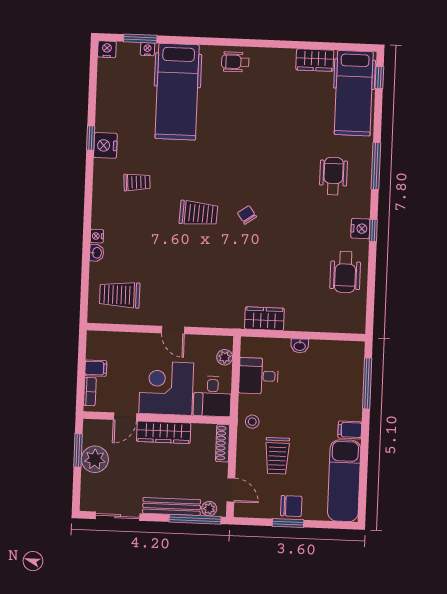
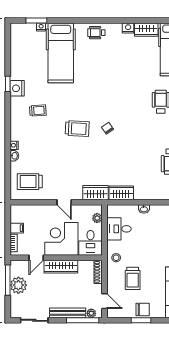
nightstand: (107, 49) -> (128, 28), moved
wardrobe: (224, 317) -> (95, 193), added
window: (78, 450) -> (8, 280), width x1.44

